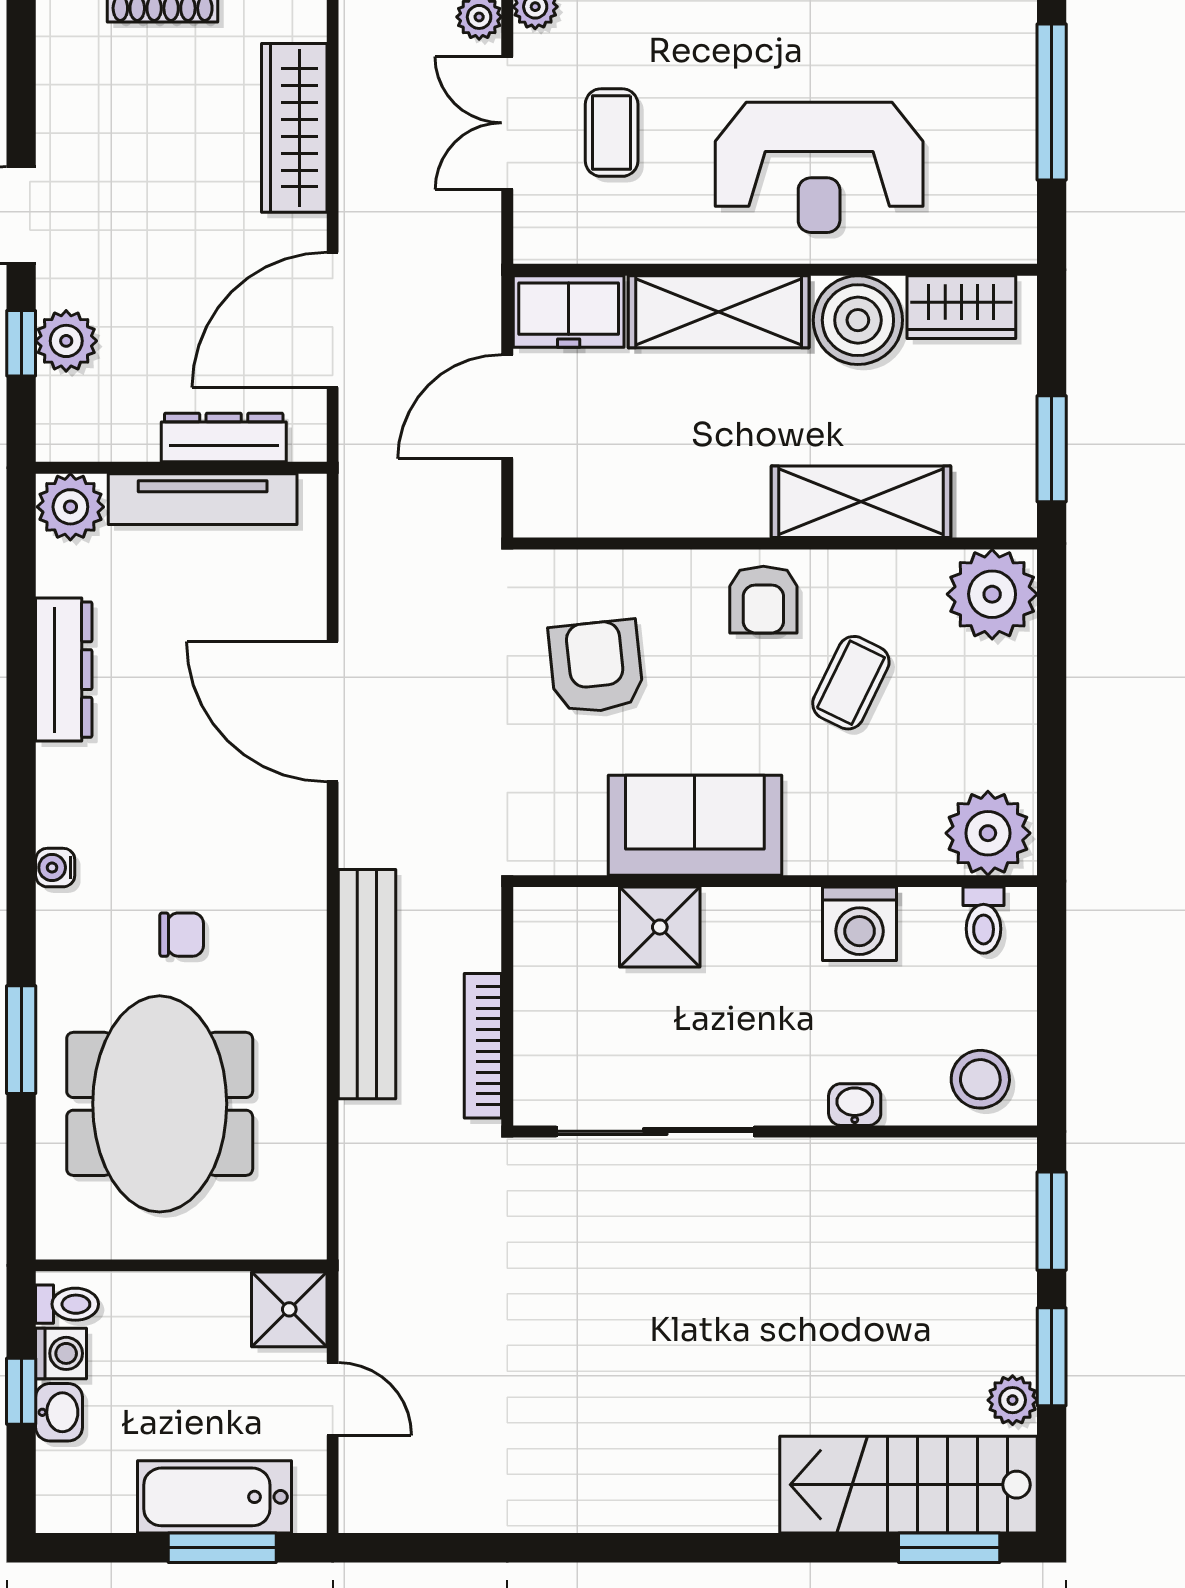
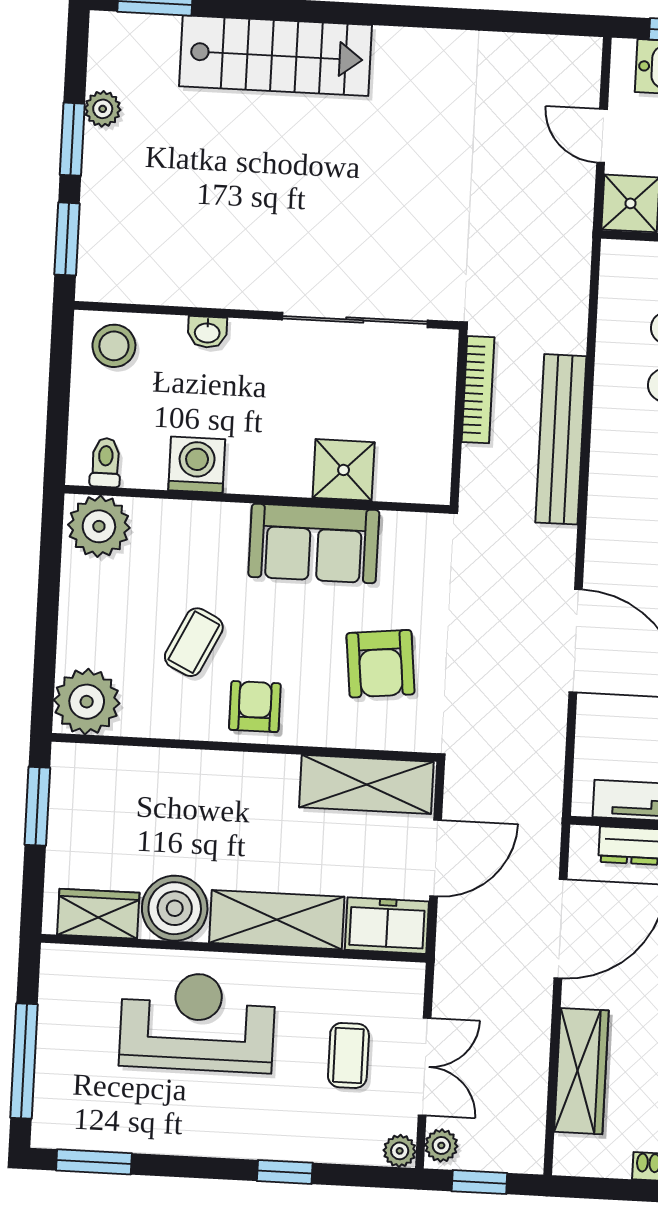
shelving: (861, 502) -> (366, 784), moved
stairs: (909, 1485) -> (276, 56), moved

